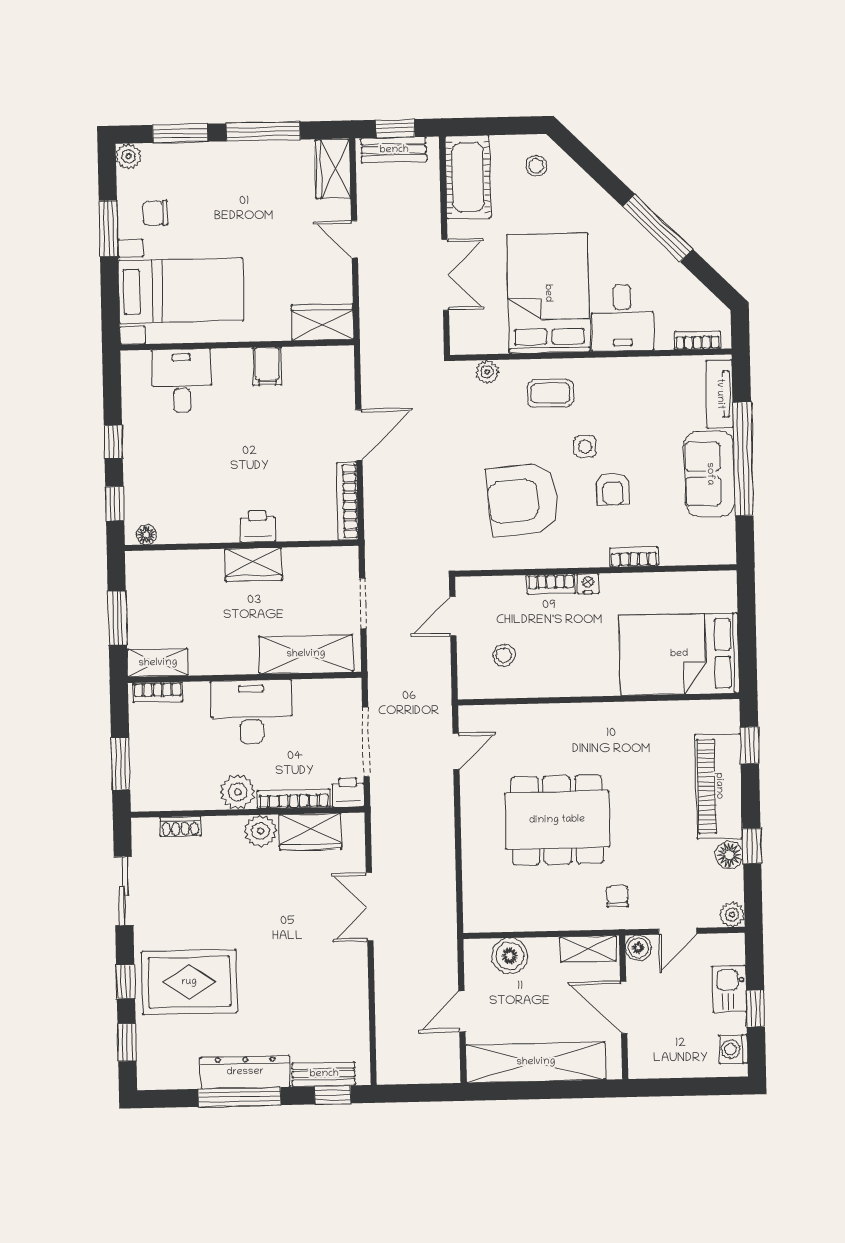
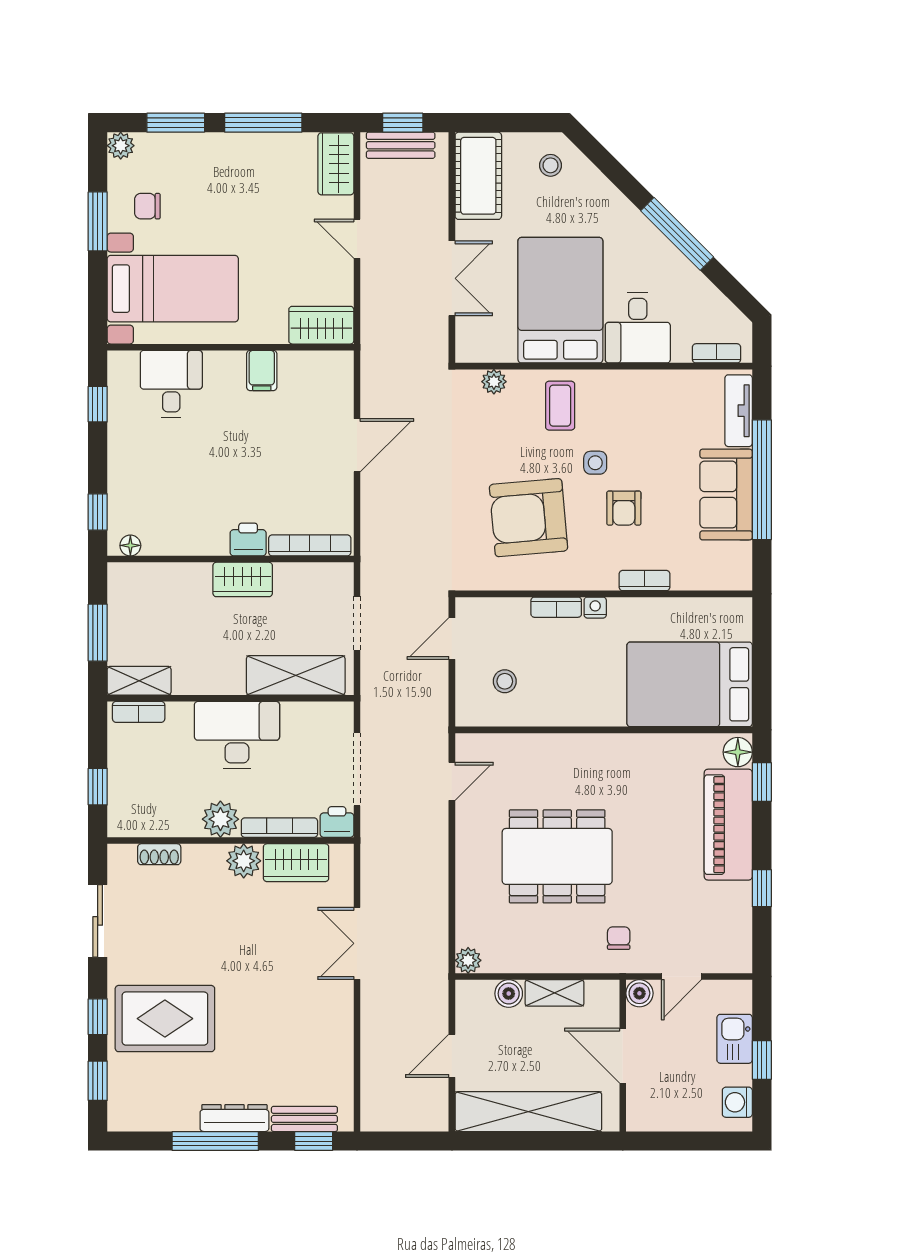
coffee table: (550, 393) -> (560, 406), turned 90
window: (113, 442) -> (98, 404), moved
bookcase: (347, 501) -> (310, 545), moved, turned 90
window: (121, 764) -> (98, 787), width x0.67
floor lamp: (729, 855) -> (738, 752), moved
plant: (732, 915) -> (468, 960), moved
shelving: (588, 949) -> (554, 993), moved
boiler: (510, 956) -> (509, 994), width x0.73, depth x0.73
dresser: (245, 1072) -> (234, 1118), width x0.73, depth x0.80

